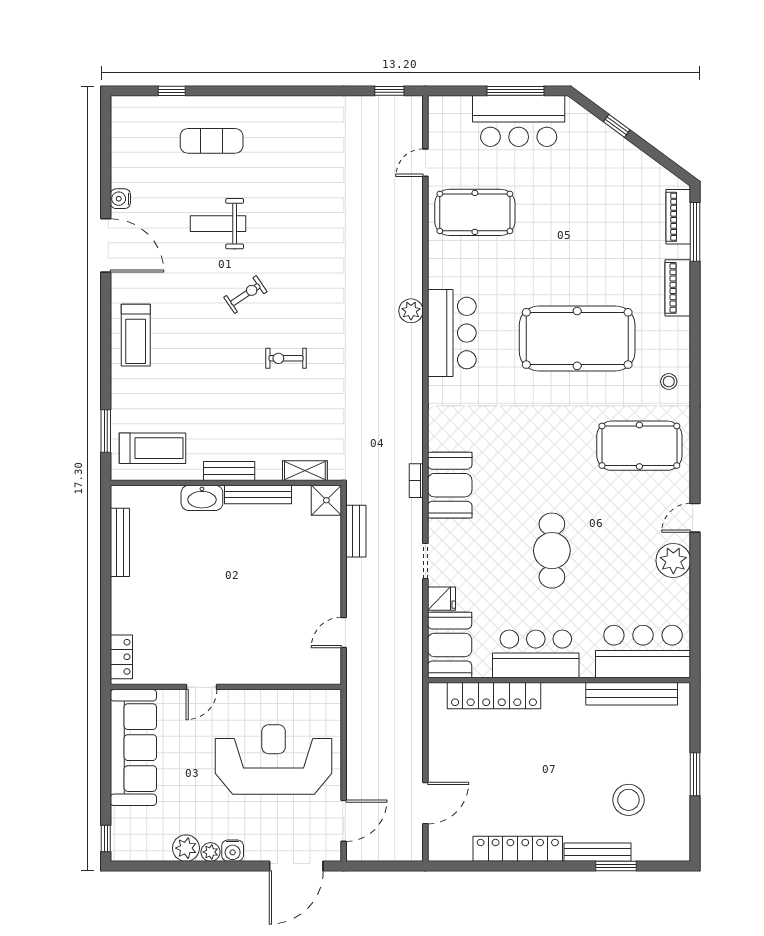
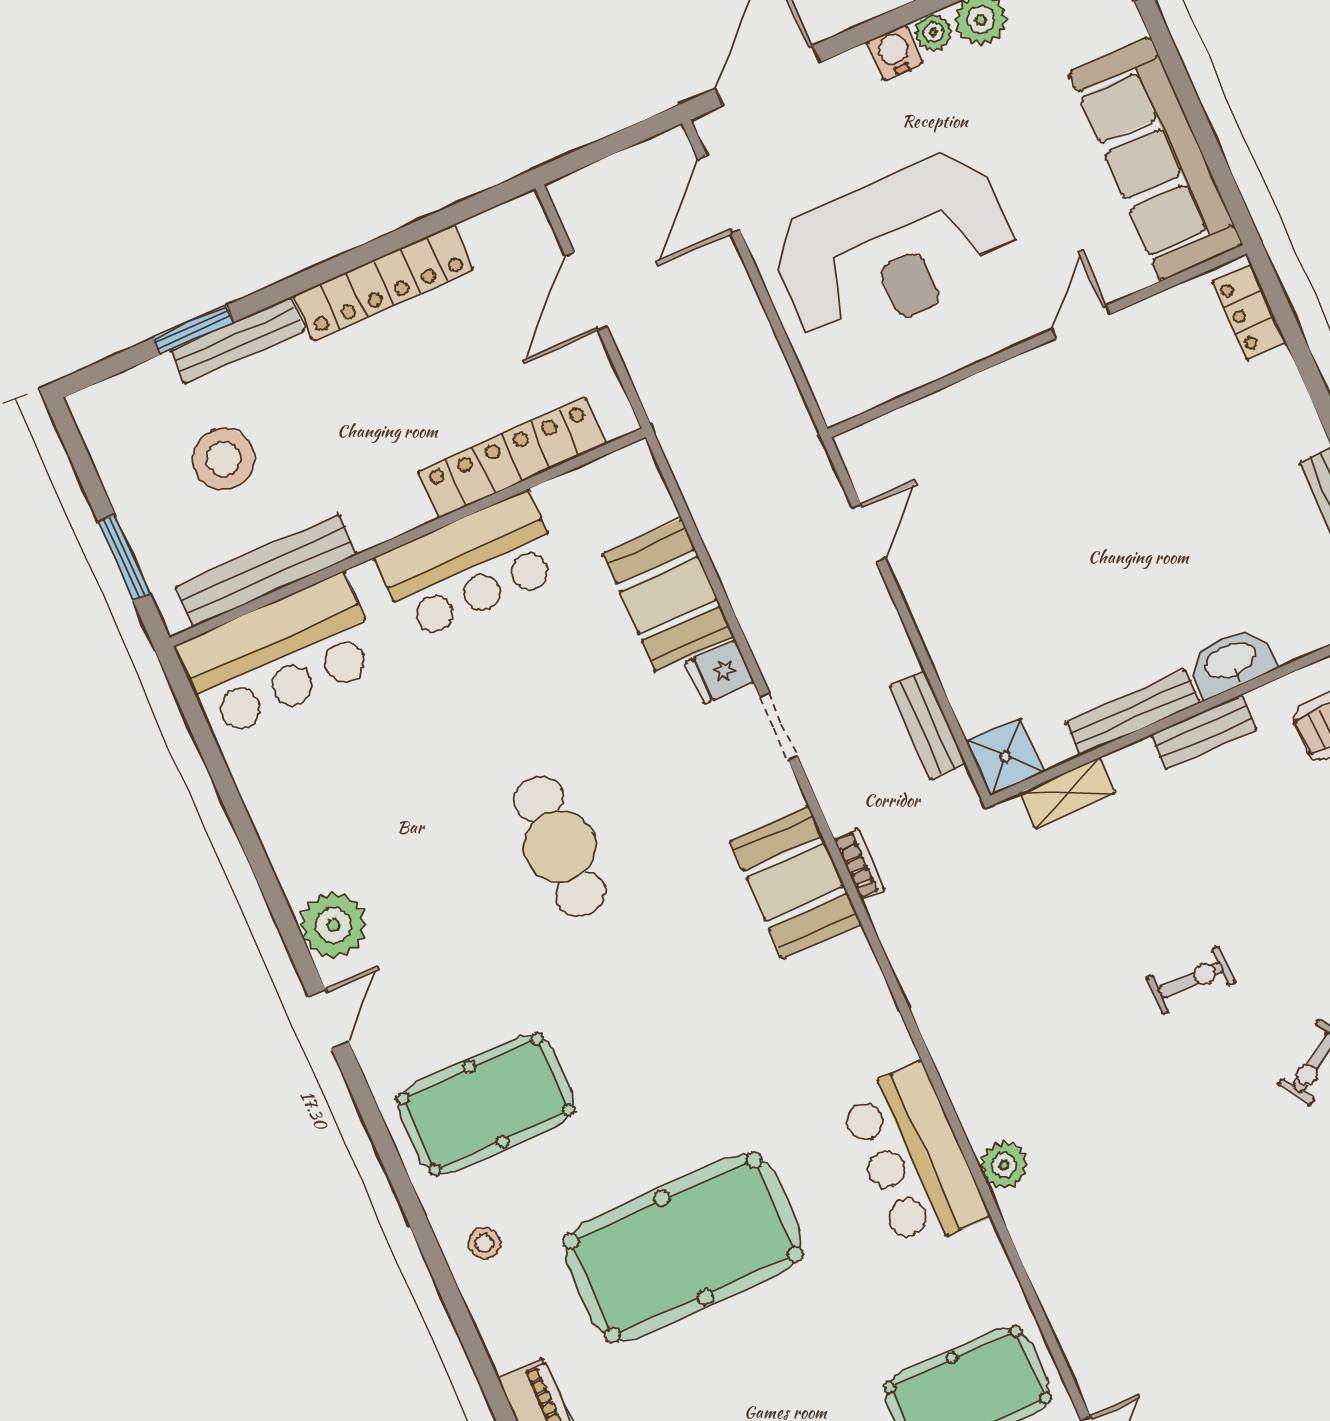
bar counter: (643, 652) -> (279, 656), moved
bar counter: (536, 654) -> (470, 566), moved
wall: (559, 680) -> (408, 537), moved
bench: (632, 694) -> (266, 571), moved
locker: (494, 696) -> (512, 458), moved

